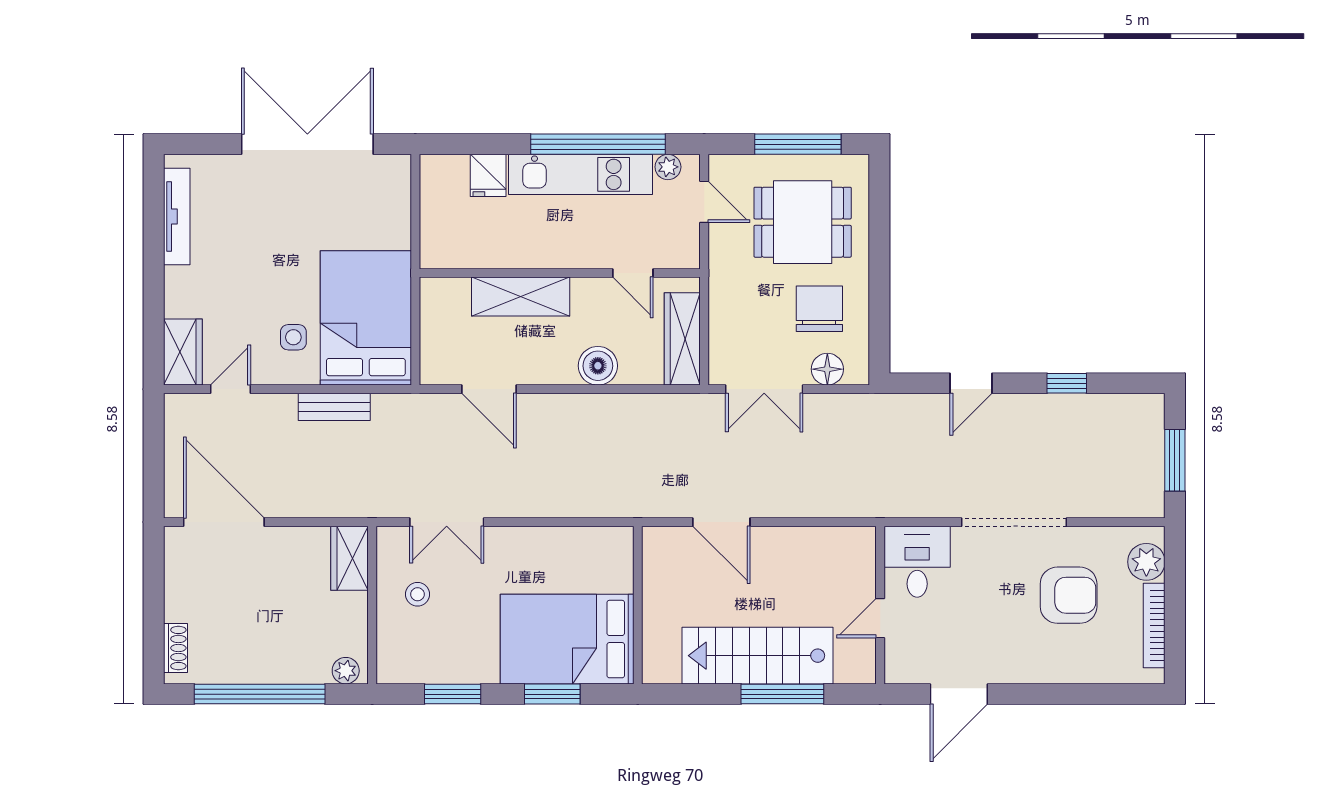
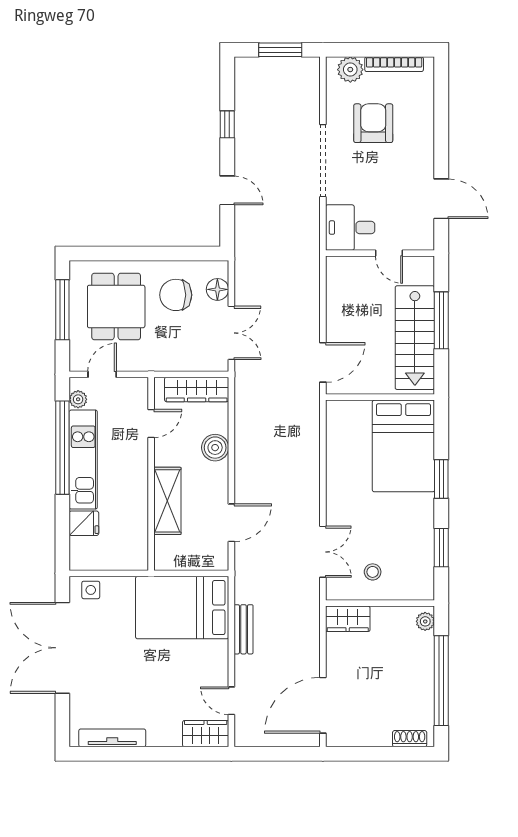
side table: (293, 337) -> (91, 590), moved
wall: (638, 605) -> (380, 397), moved
bed: (567, 639) -> (403, 446), moved

